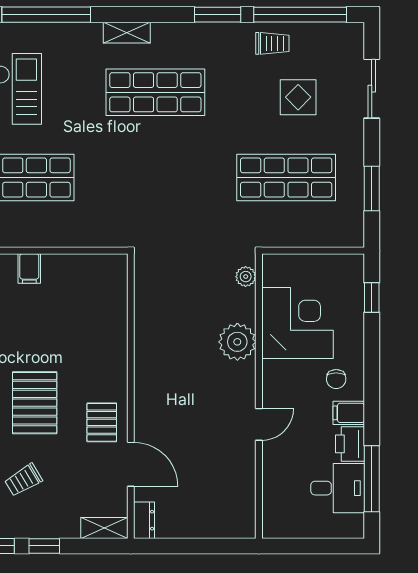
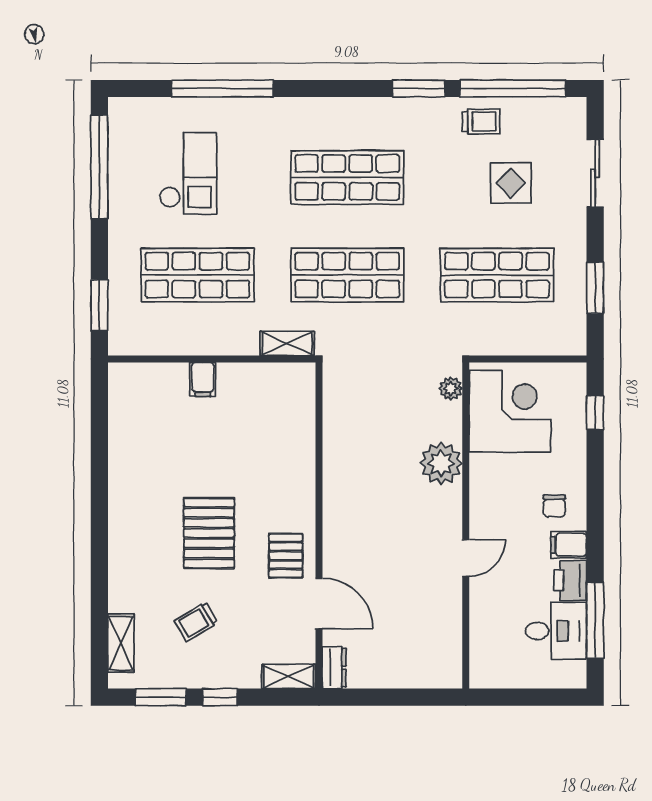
shelving: (127, 33) -> (287, 343), moved
shop shelf: (155, 177) -> (347, 275), added
corner desk: (297, 323) -> (510, 411), moved

